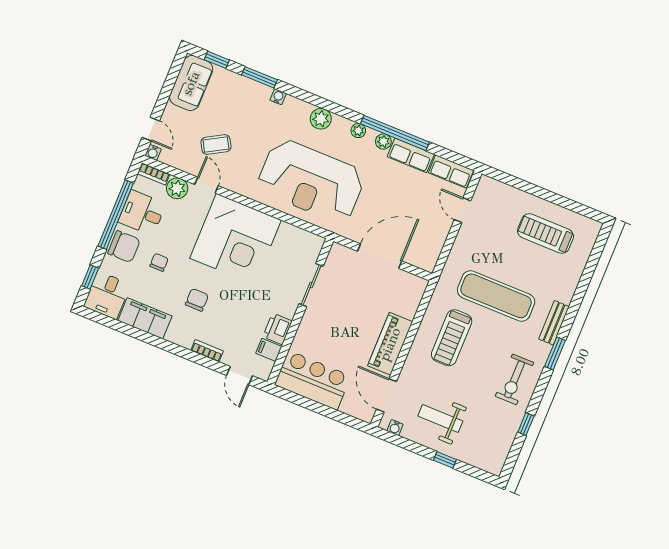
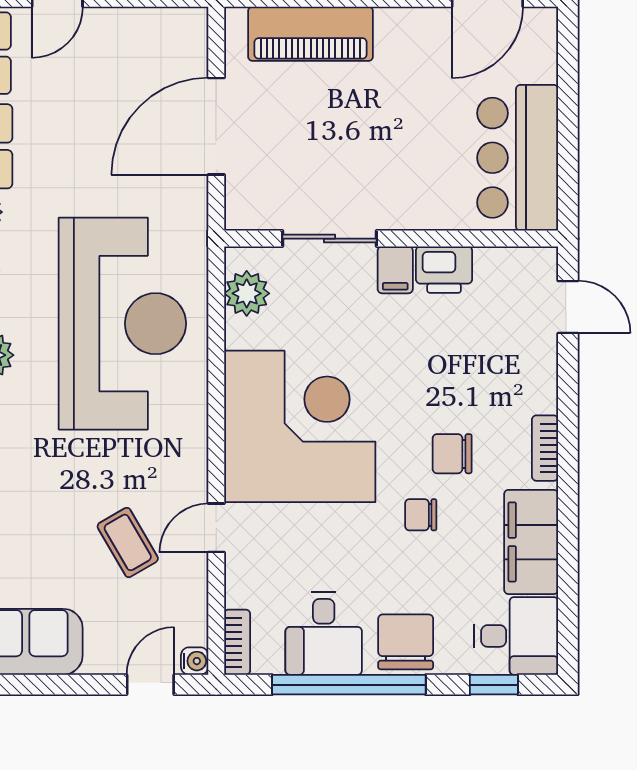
plant: (177, 188) -> (247, 293), moved
door: (380, 256) -> (216, 126), hinge flipped
chair: (159, 262) -> (421, 515), moved
piano: (390, 344) -> (311, 34), moved
filing cabinet: (269, 350) -> (395, 270), moved
bookcase: (207, 351) -> (545, 448), moved
door: (240, 376) -> (568, 307), hinge flipped

